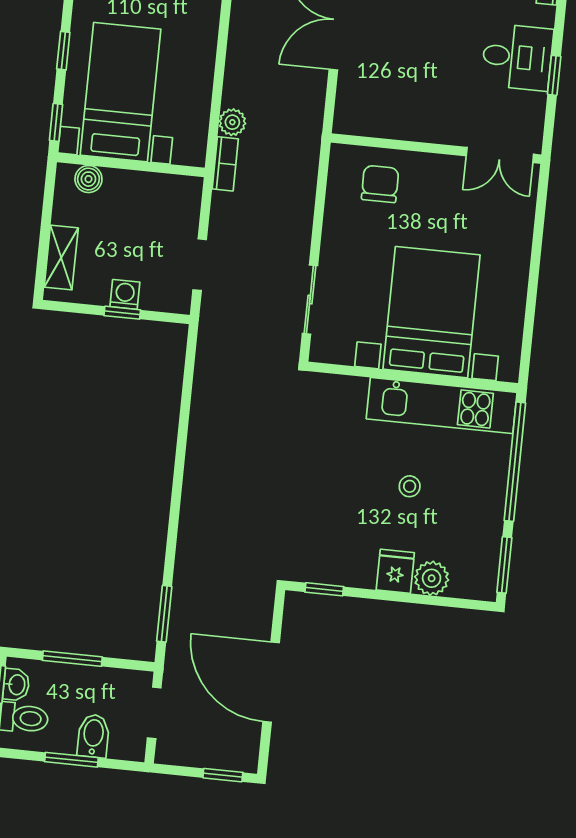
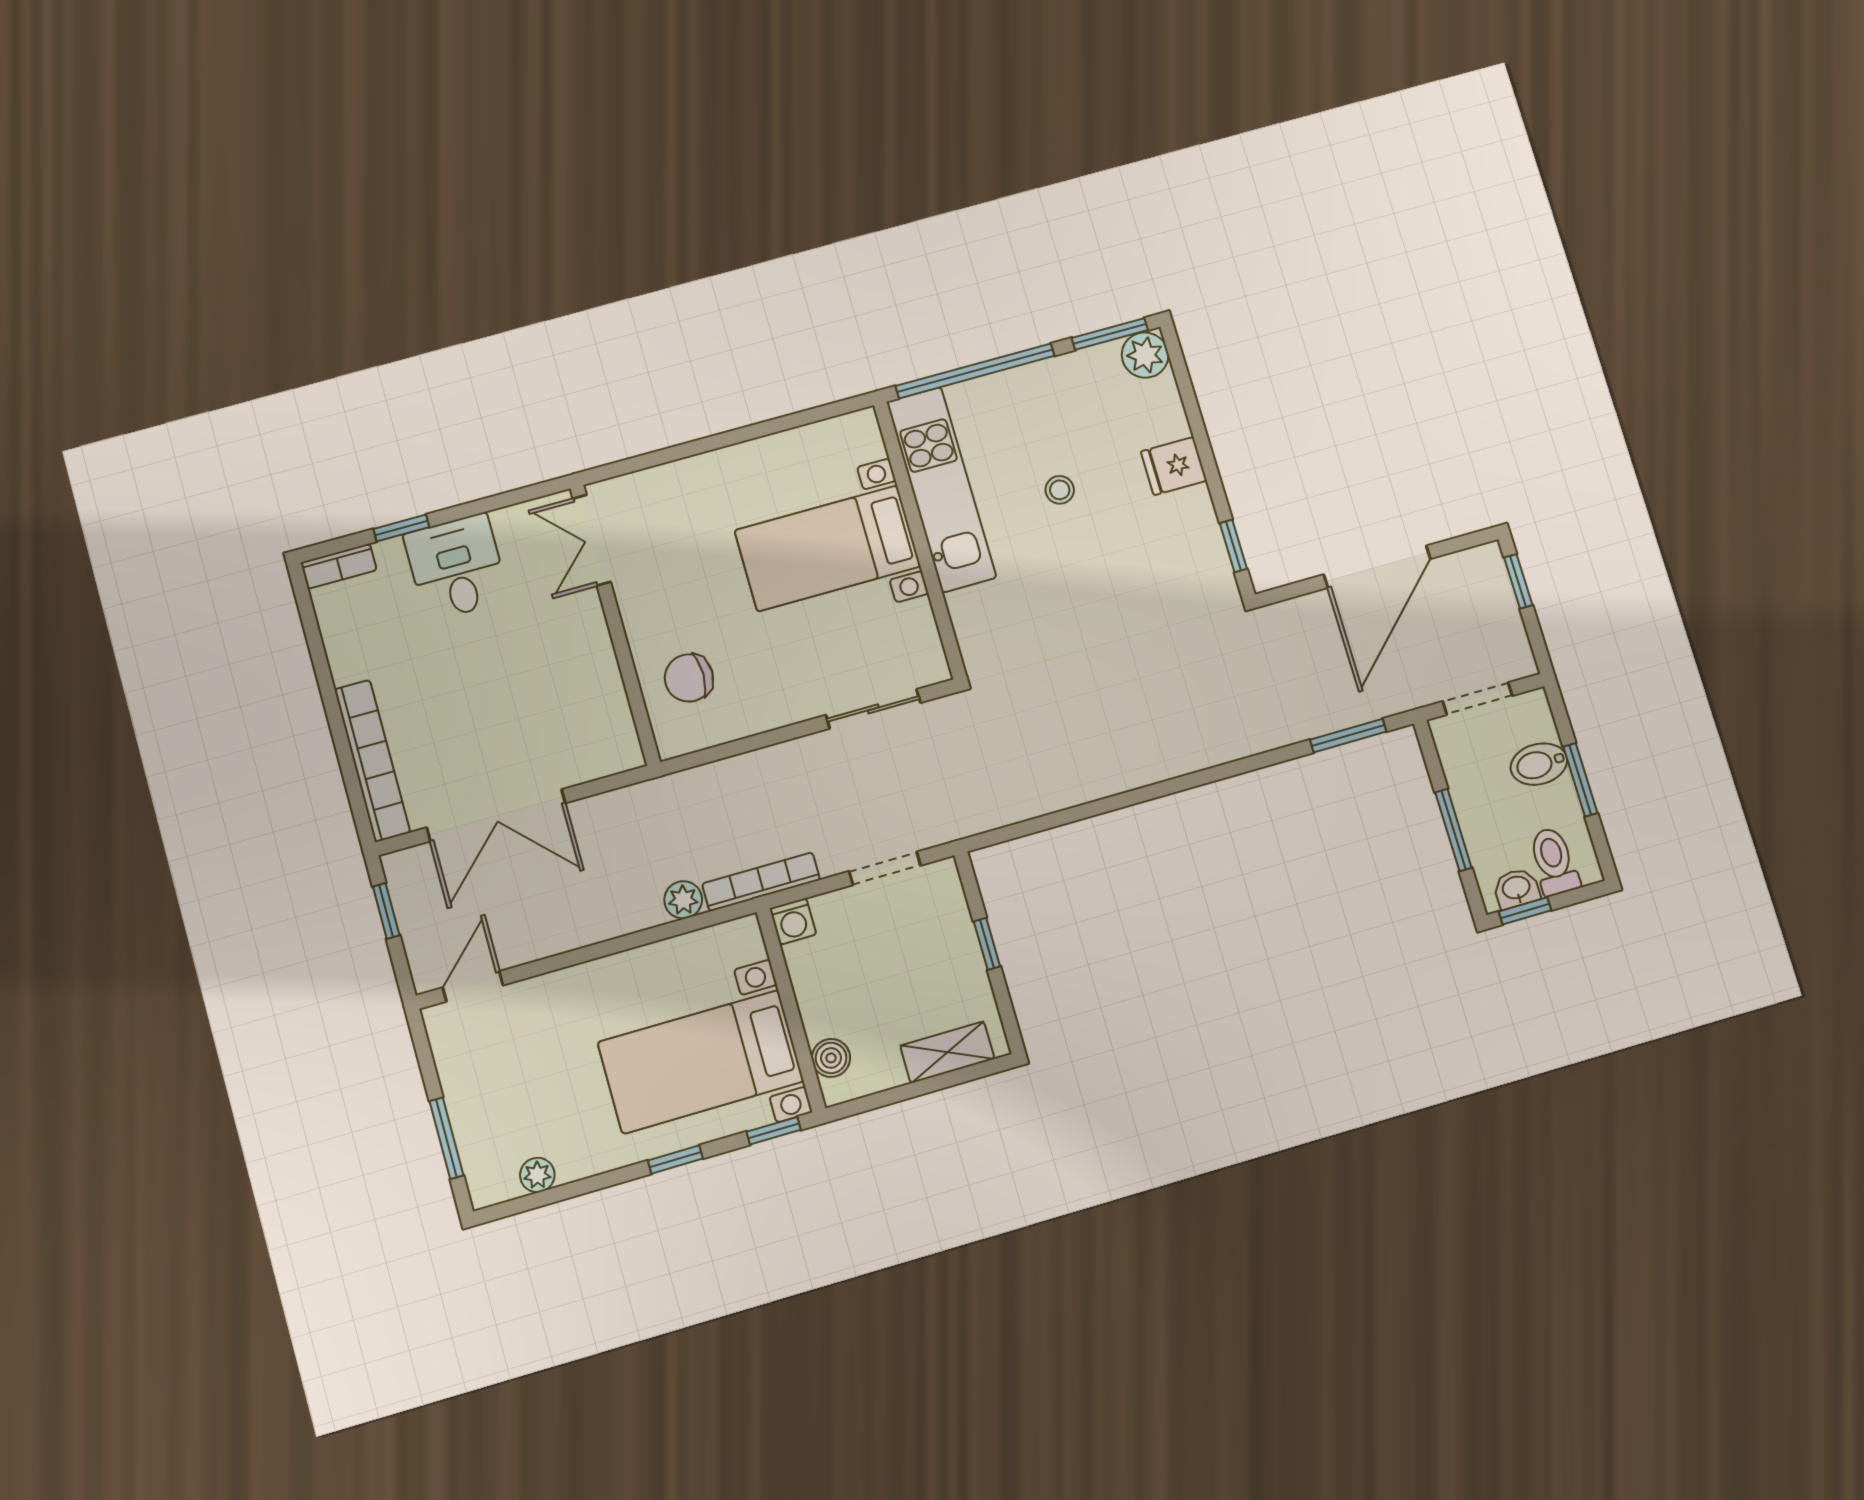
window: (554, 75) -> (401, 528), moved
double door: (500, 155) -> (592, 540), swing flipped
bookcase: (225, 164) -> (761, 882), width x1.56
washing machine: (125, 294) -> (793, 921), moved, turned -90
bed with nightstands: (432, 312) -> (828, 548), width x0.73
plant: (432, 578) -> (1145, 355), moved

